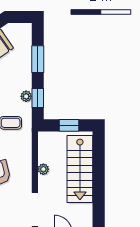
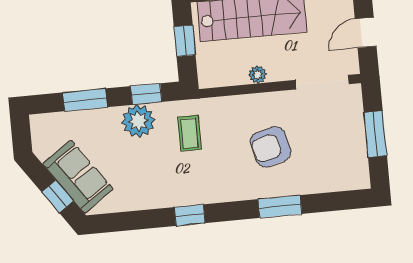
plant: (26, 96) -> (138, 121), width x1.87, depth x1.87

